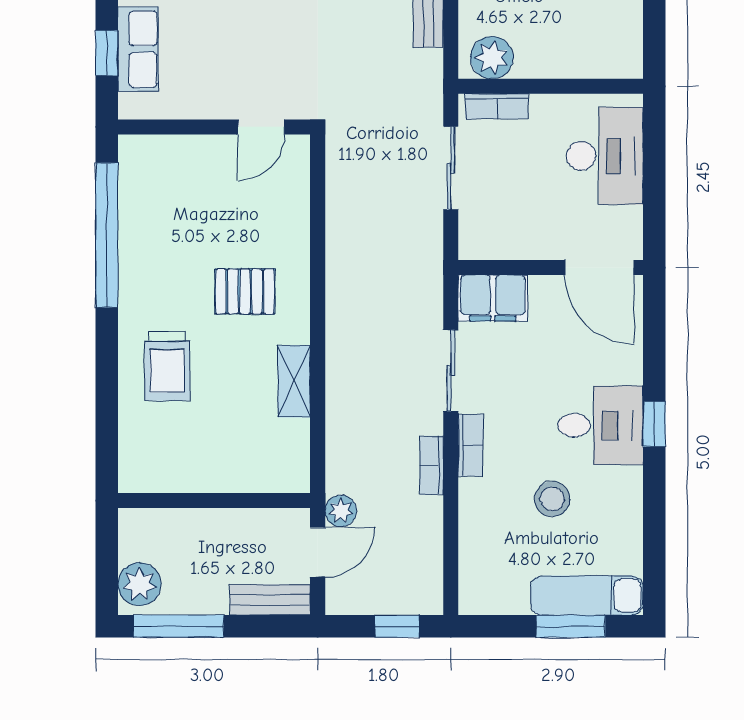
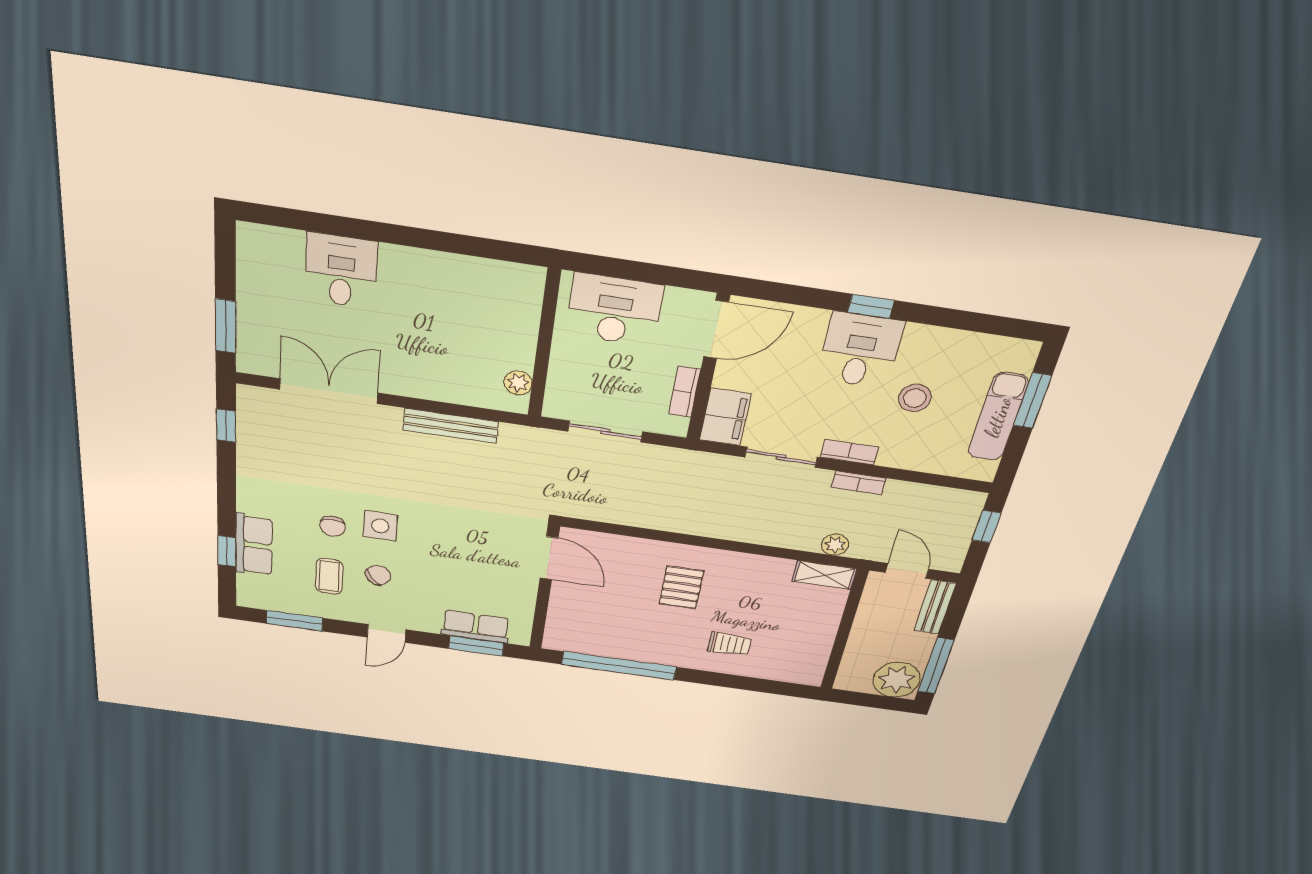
window: (107, 53) -> (476, 646), width x1.50
plant: (492, 58) -> (518, 383), width x0.73, depth x0.73
bookcase: (497, 106) -> (685, 392), moved, turned 180
door: (261, 127) -> (549, 558), width x1.38
trolley: (167, 366) -> (729, 644), width x0.73, depth x0.72
shelving: (294, 381) -> (824, 575), moved
plant: (341, 511) -> (835, 545), moved
plant: (139, 584) -> (897, 680), width x1.36, depth x1.36
exam couch: (587, 595) -> (998, 417), moved

